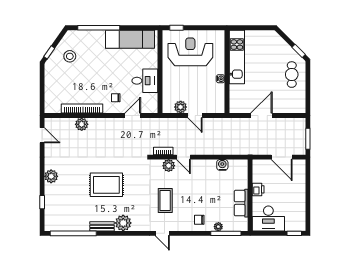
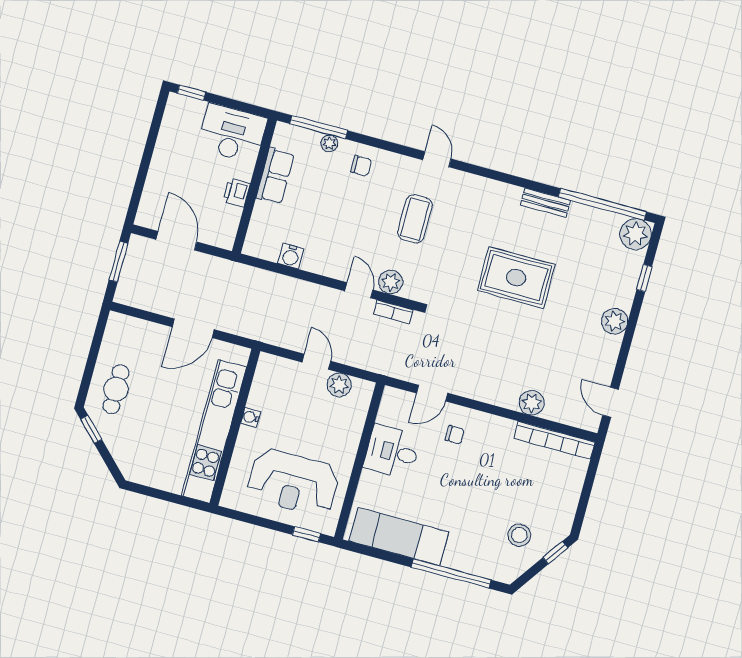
kitchen unit: (237, 57) -> (214, 431), width x1.36
bookcase: (82, 109) -> (554, 440), moved
plant: (123, 223) -> (635, 234), moved

